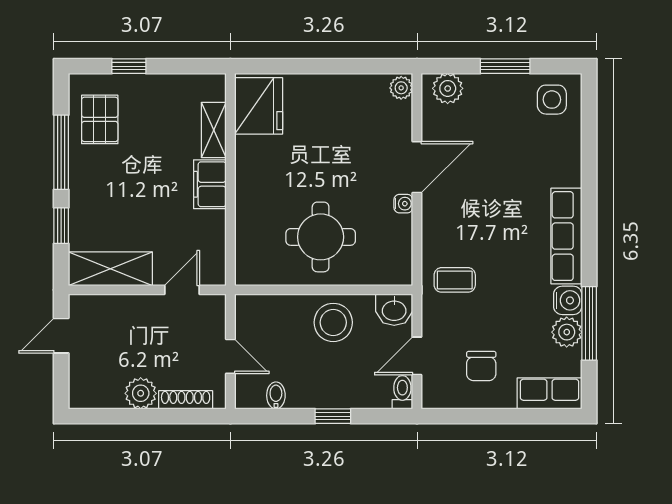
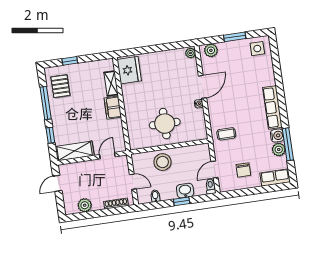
washbasin: (394, 310) -> (185, 191), moved, turned 180
stool: (333, 322) -> (163, 162), moved
plant: (141, 393) -> (85, 205), moved

